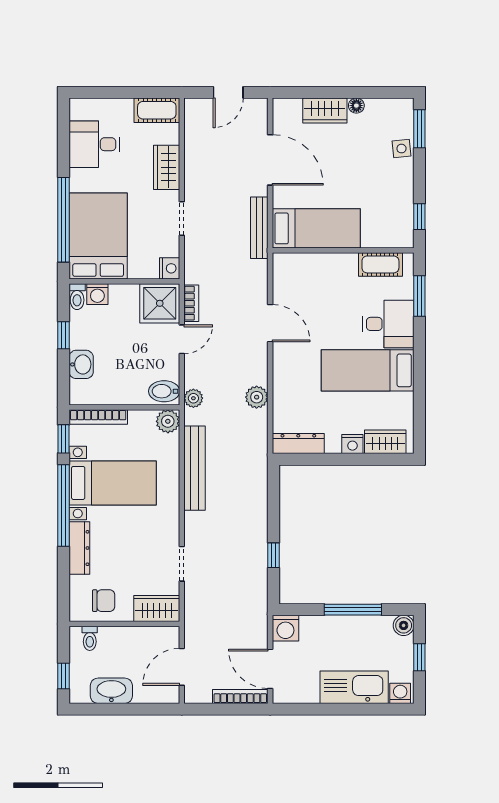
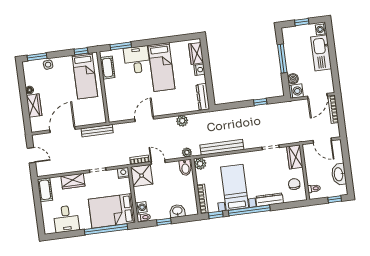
bed: (316, 228) -> (85, 76), moved, turned 180
boiler: (404, 625) -> (293, 79), moved

